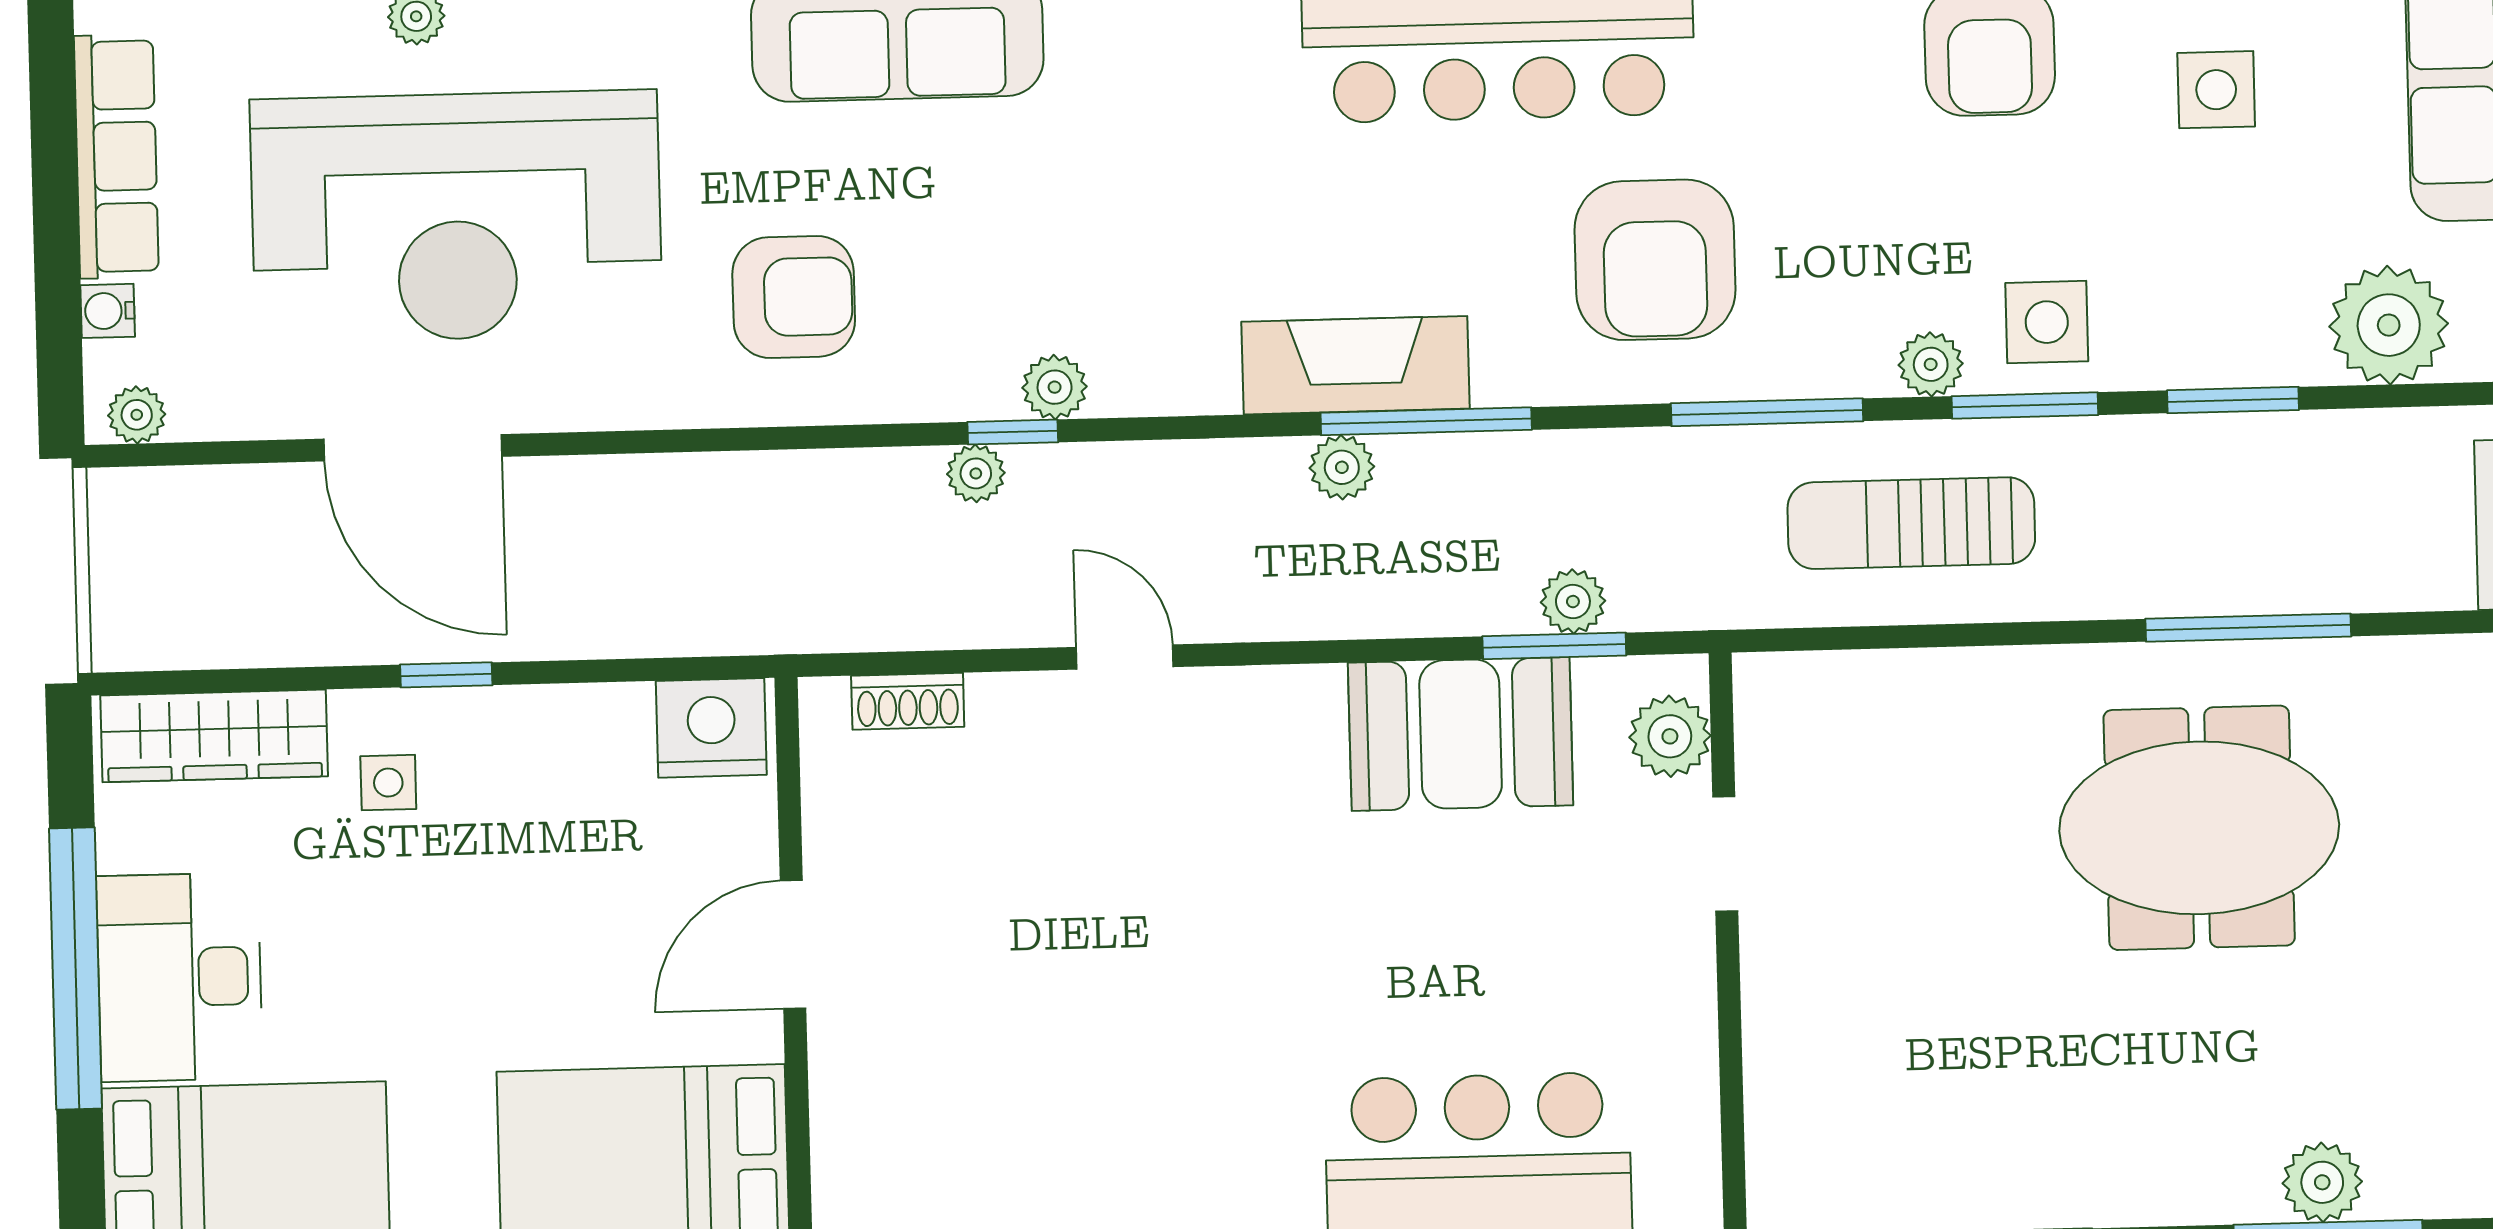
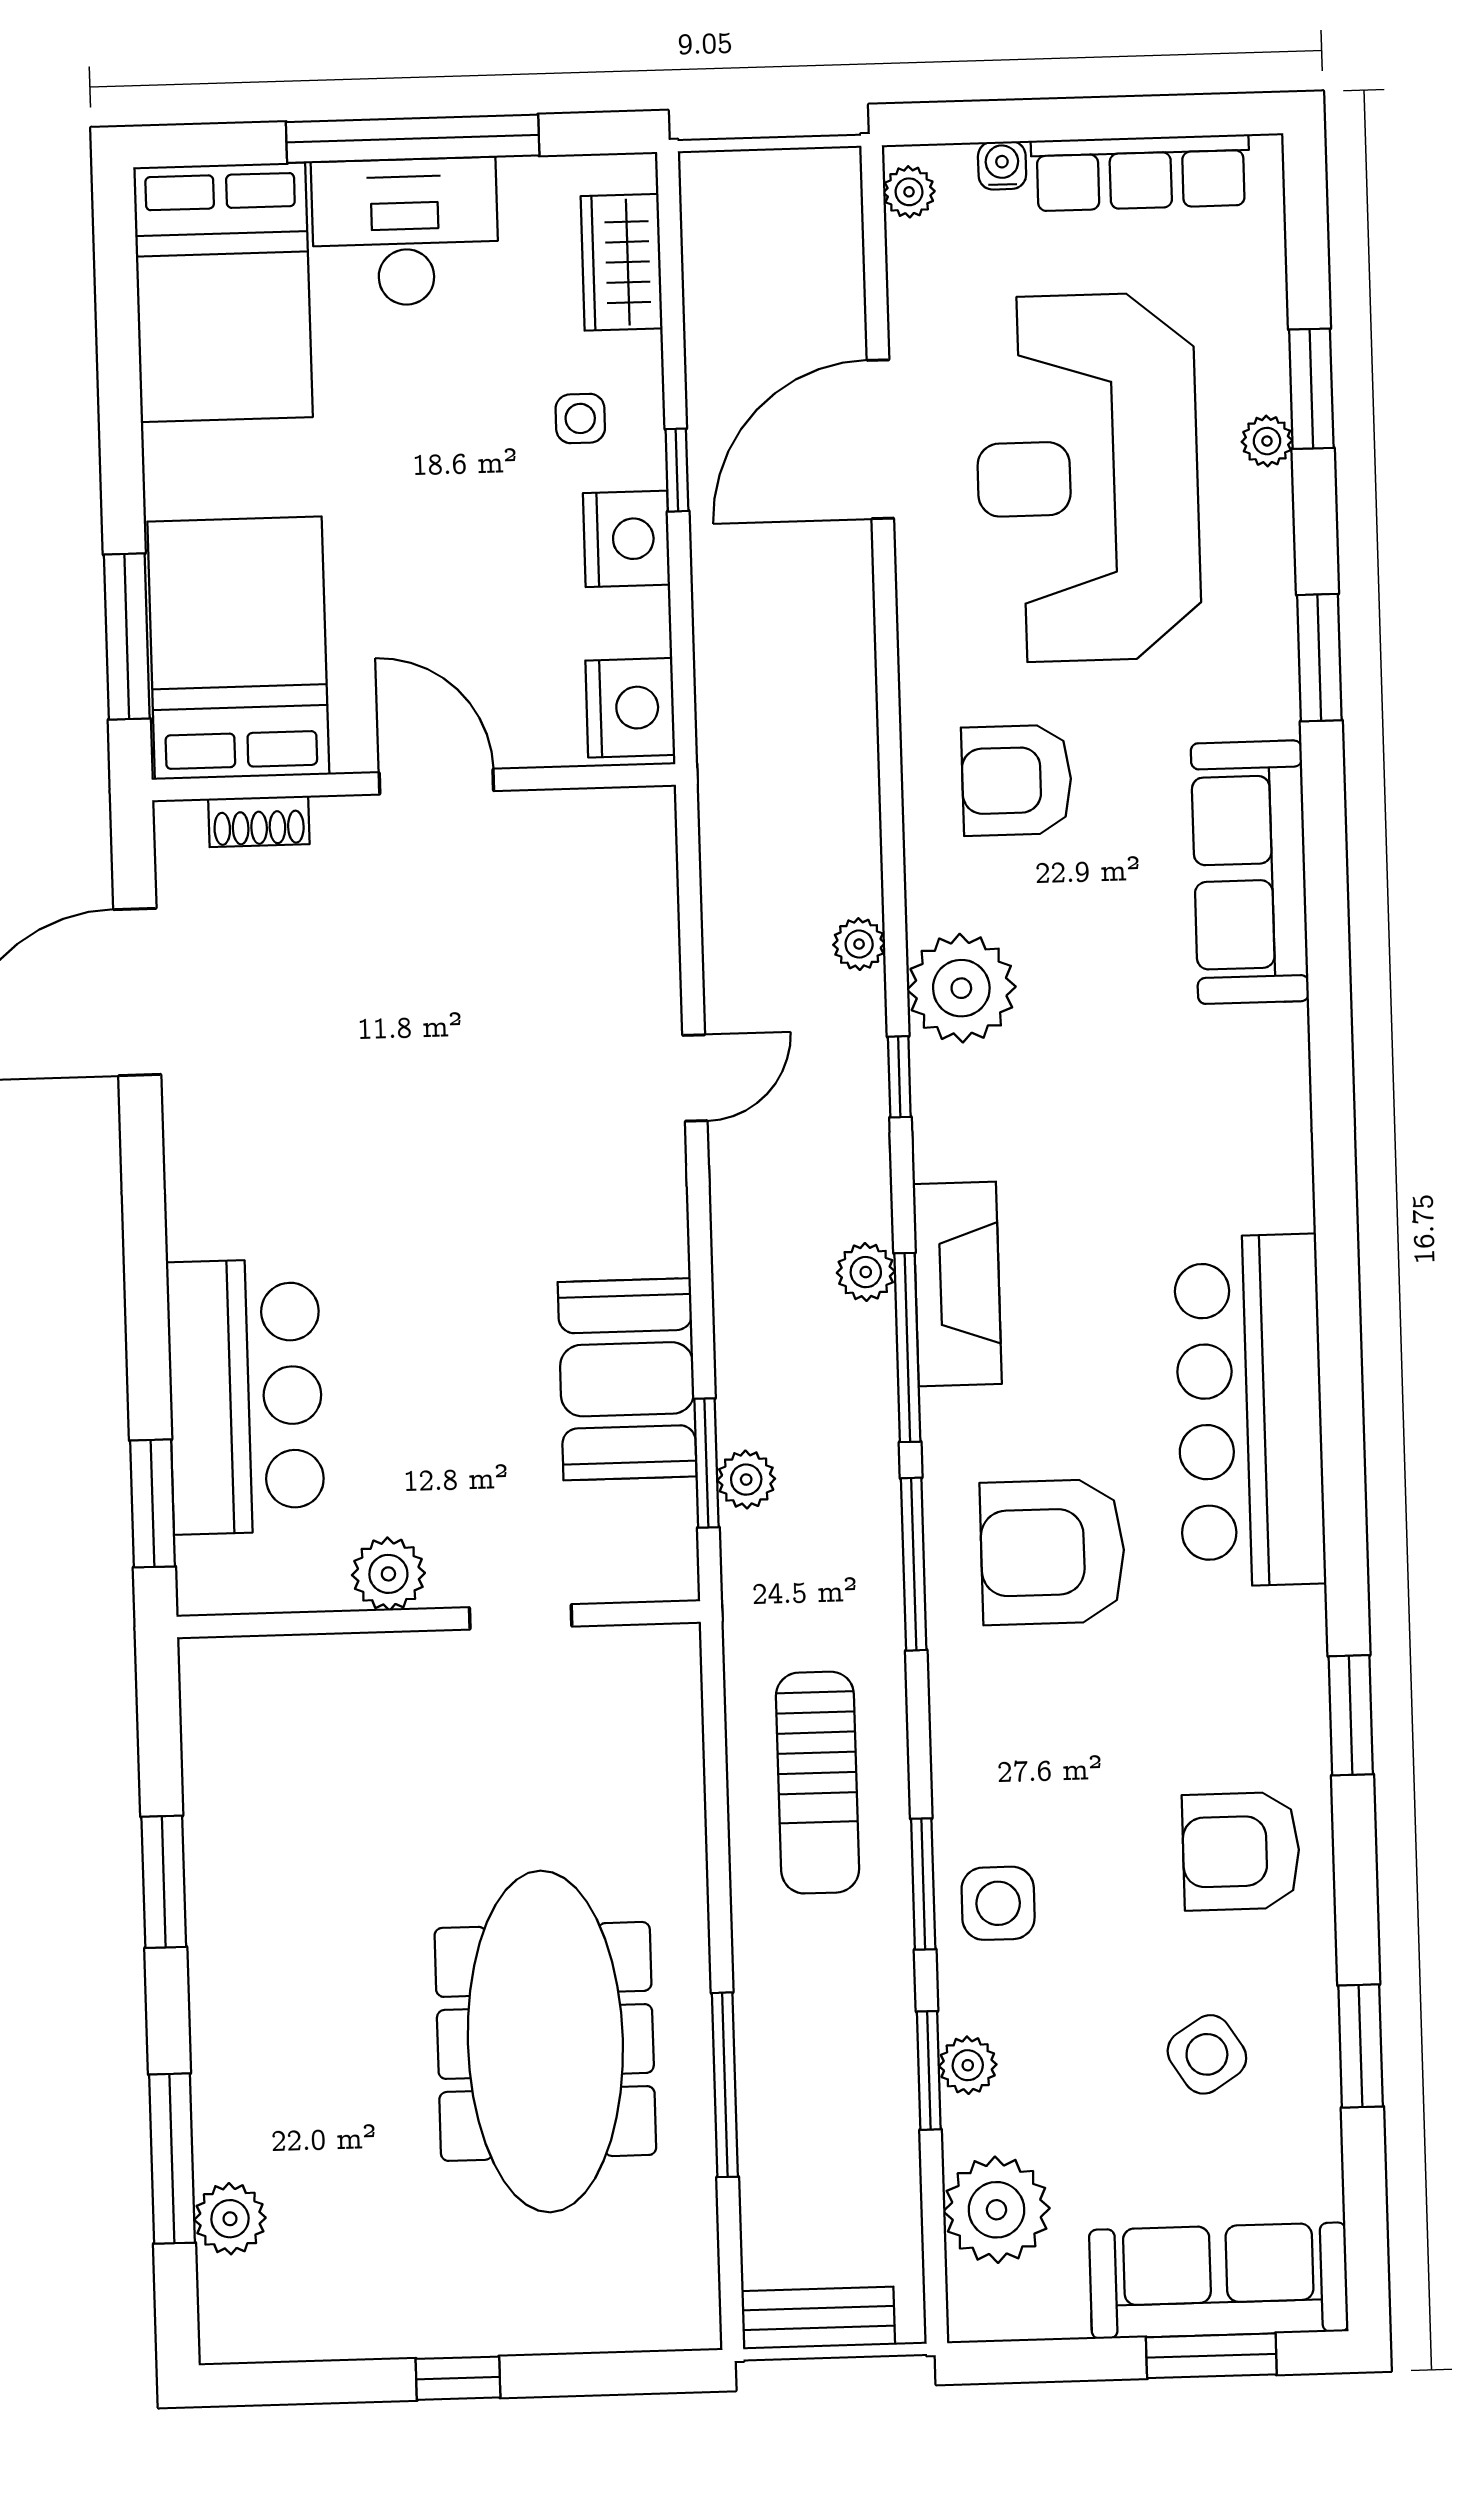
side table: (2216, 90) -> (1207, 2054), turned -33
armchair: (794, 297) -> (1017, 780), turned 90
plant: (1931, 364) -> (968, 2065), moved
plant: (1055, 387) -> (961, 988), width x1.88, depth x1.88
window: (1767, 412) -> (914, 1564), moved
window: (1013, 432) -> (899, 1077), moved
sun lounger: (1911, 523) -> (818, 1783), turned 180
shoe rack: (908, 701) -> (259, 821), moved, turned -90
nightstand: (523, 731) -> (627, 539), added
wardrobe: (214, 736) -> (622, 262), width x0.67
plant: (1670, 736) -> (388, 1574), moved
meeting table: (2199, 828) -> (545, 2041), width x1.36
plant: (2322, 1182) -> (230, 2219), moved

